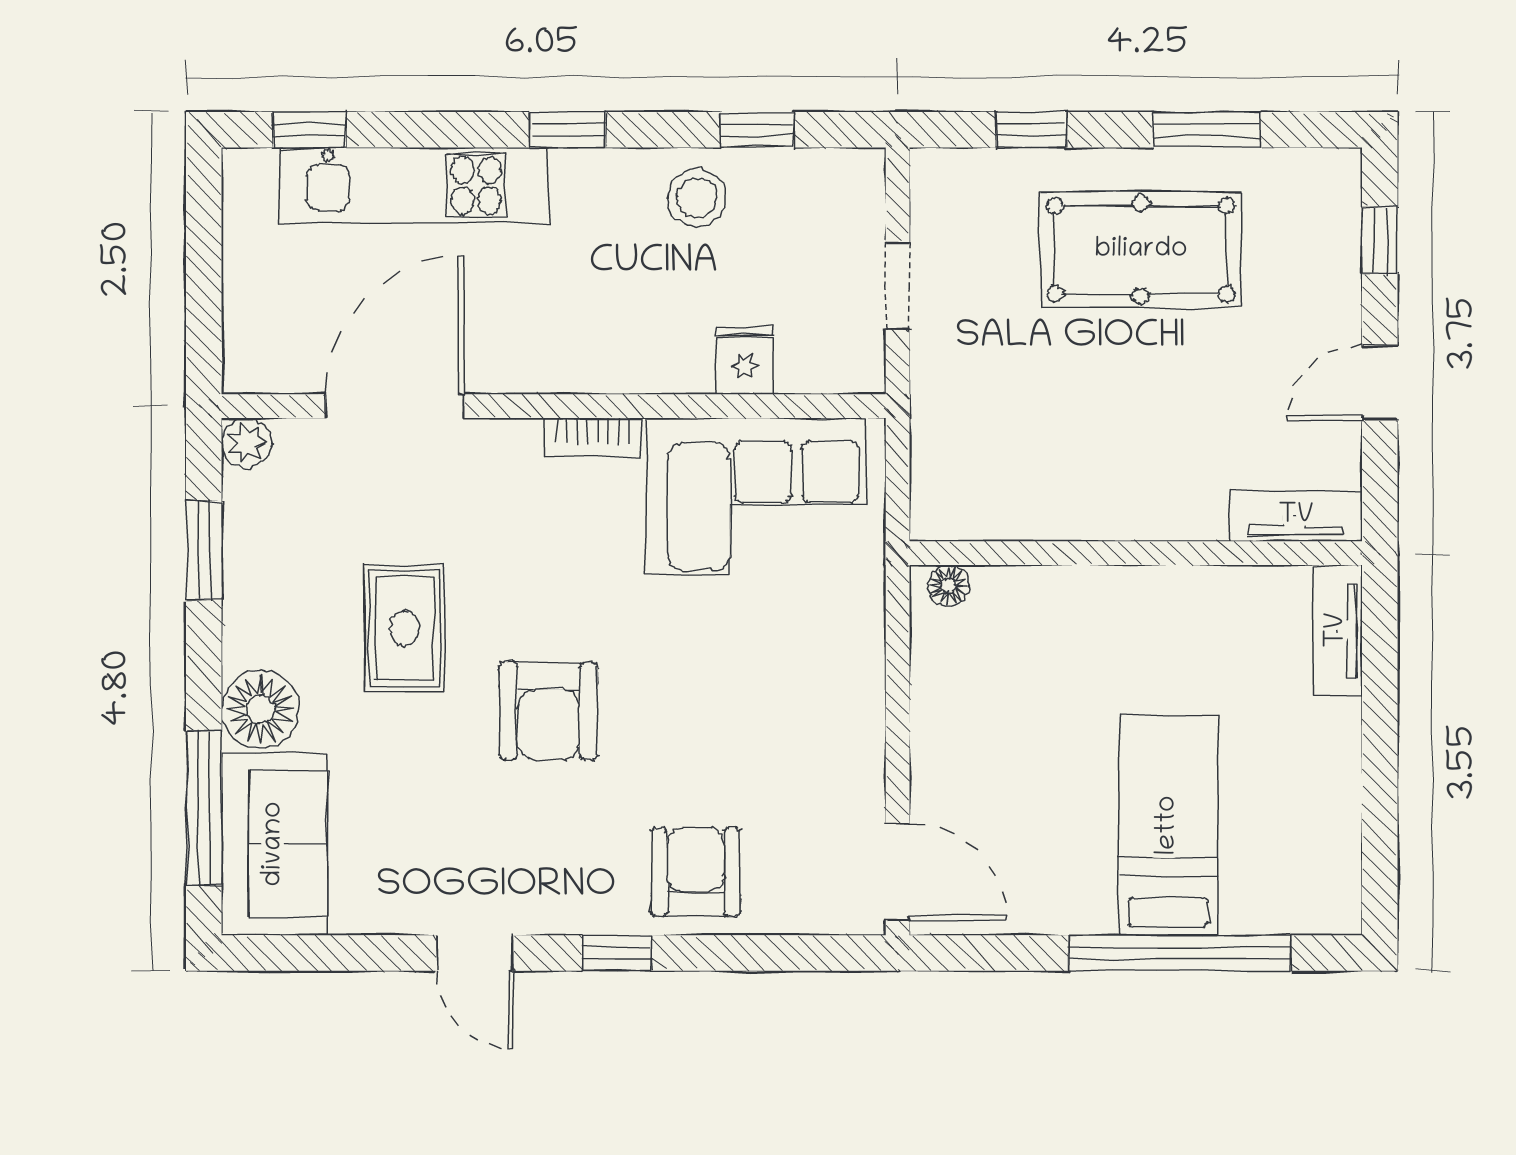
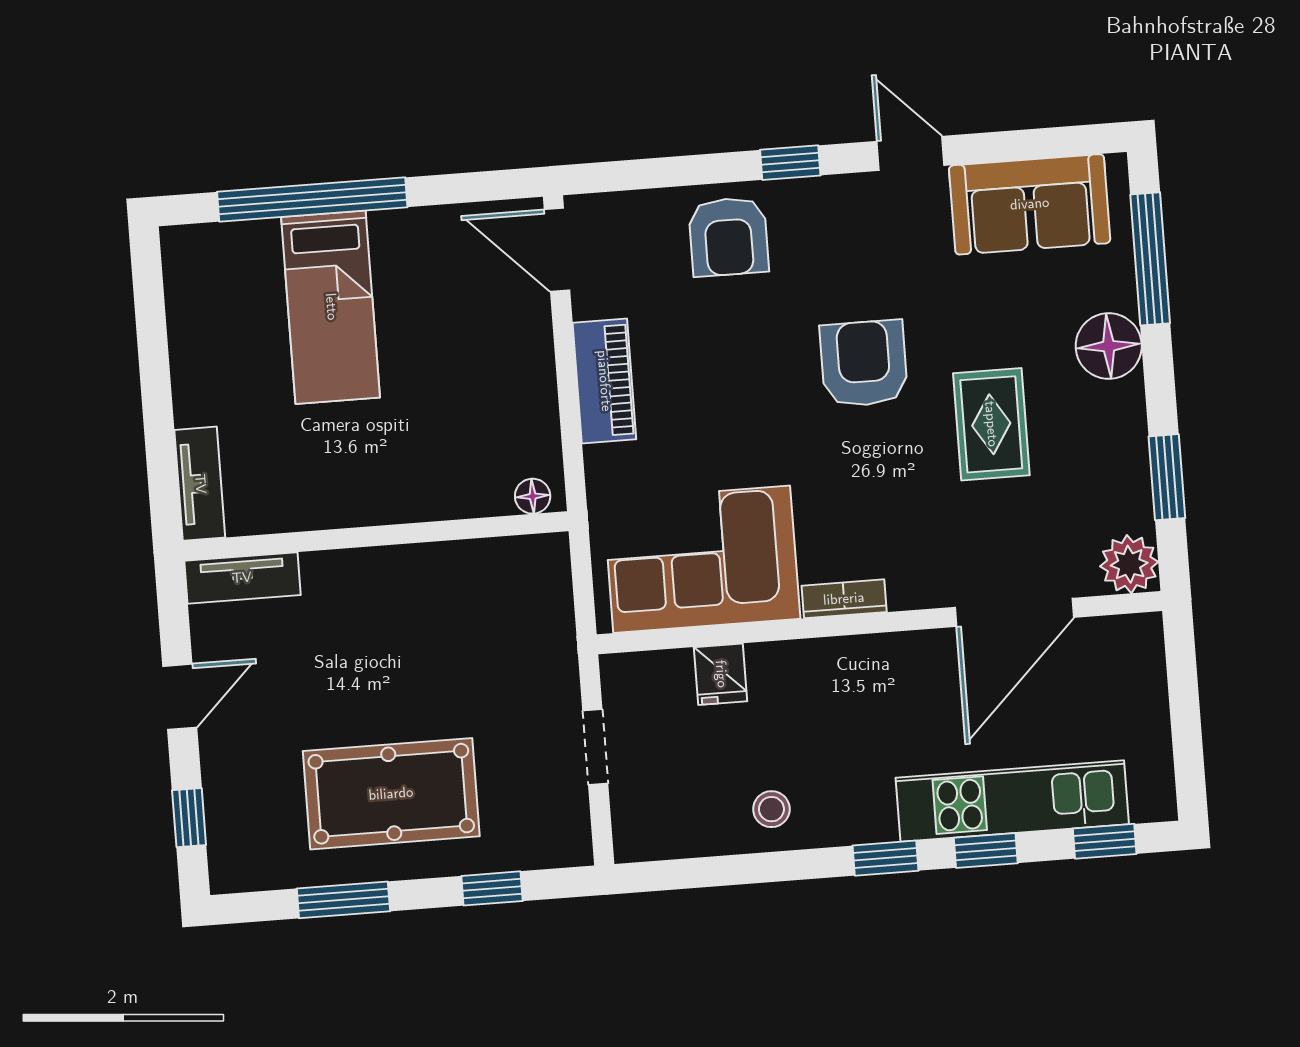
window: (757, 130) -> (986, 850), moved
stool: (697, 198) -> (771, 809), width x0.73, depth x0.73
plant: (246, 443) -> (1129, 564), width x1.38, depth x1.38
piano: (854, 714) -> (604, 381), added
sofa: (274, 844) -> (1030, 204), moved, turned -90

